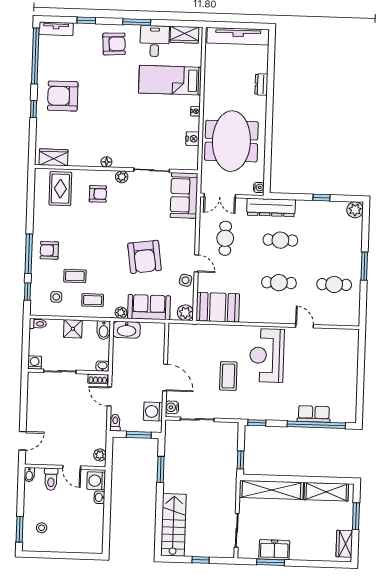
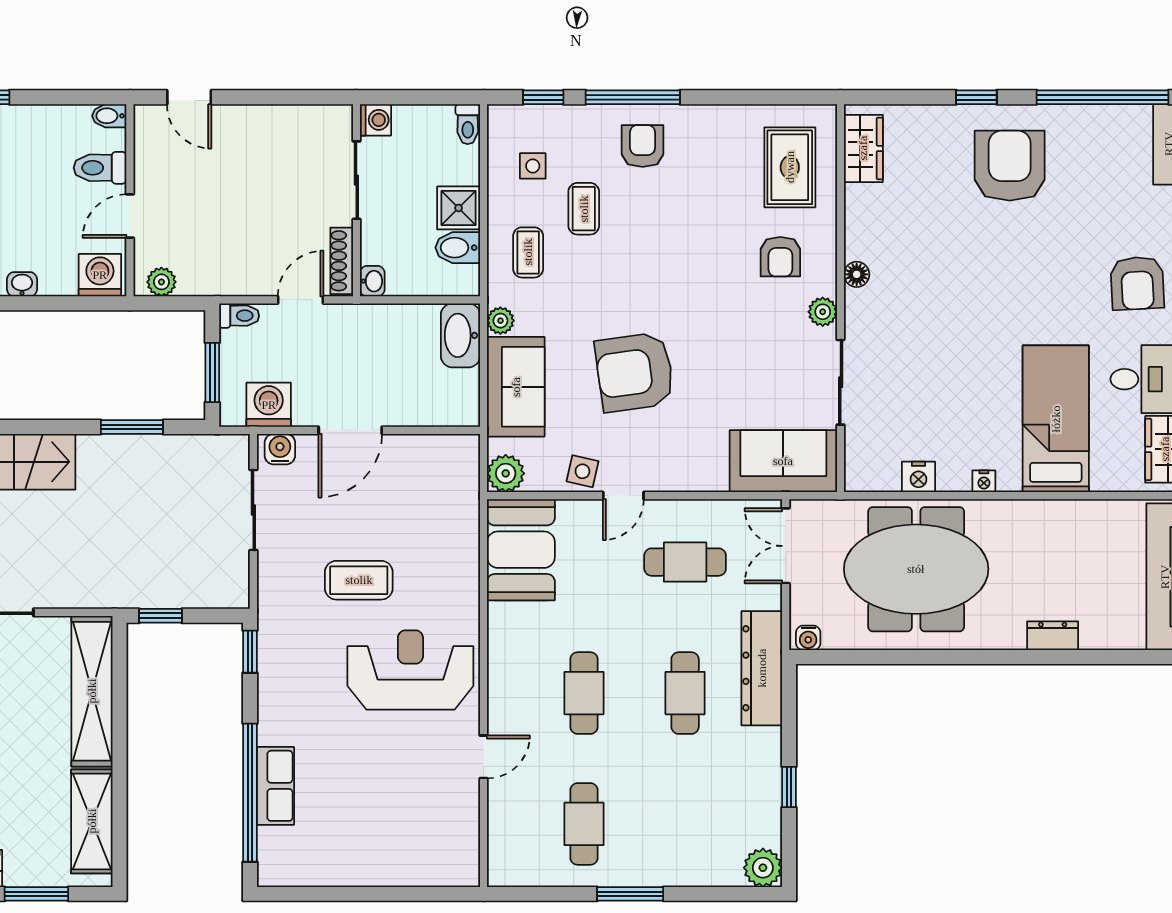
rug: (60, 189) -> (790, 167), turned 90
bidet: (104, 330) -> (458, 248), moved
shoe rack: (98, 379) -> (342, 261), width x1.43
washbasin: (99, 497) -> (22, 284), moved

